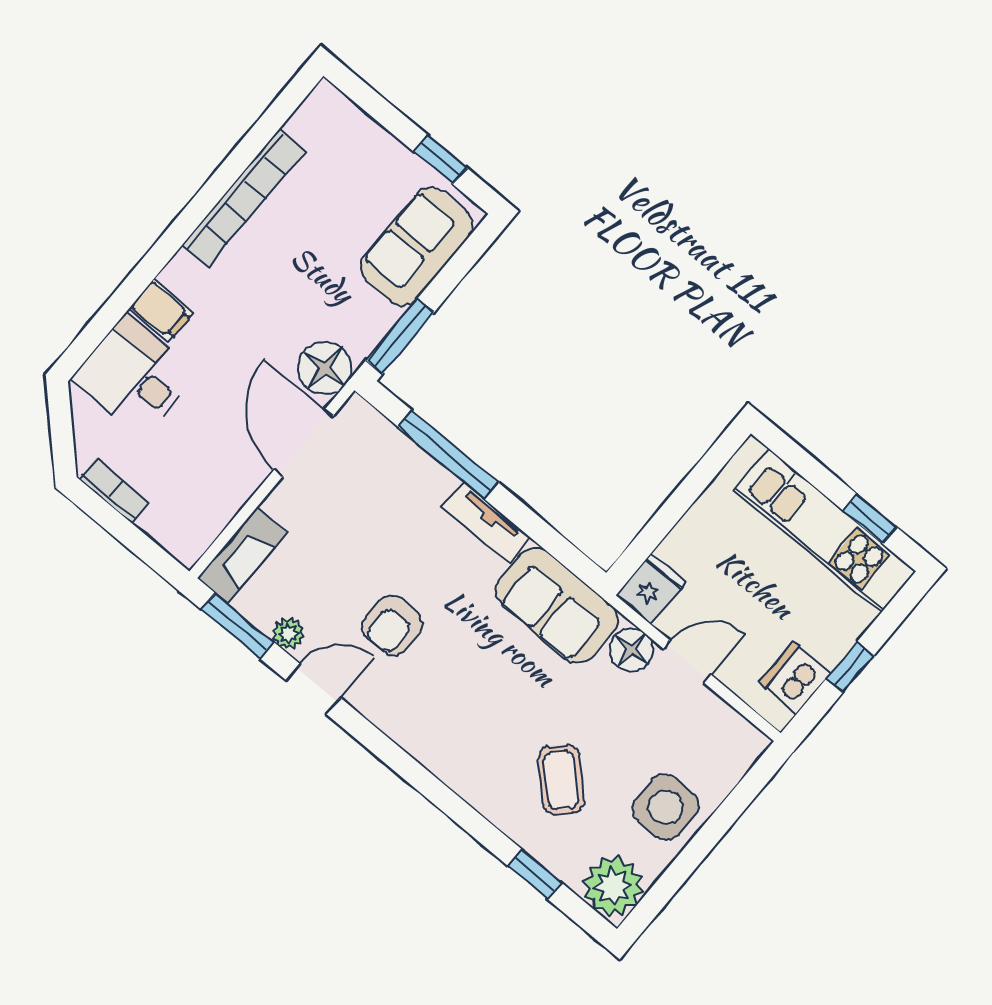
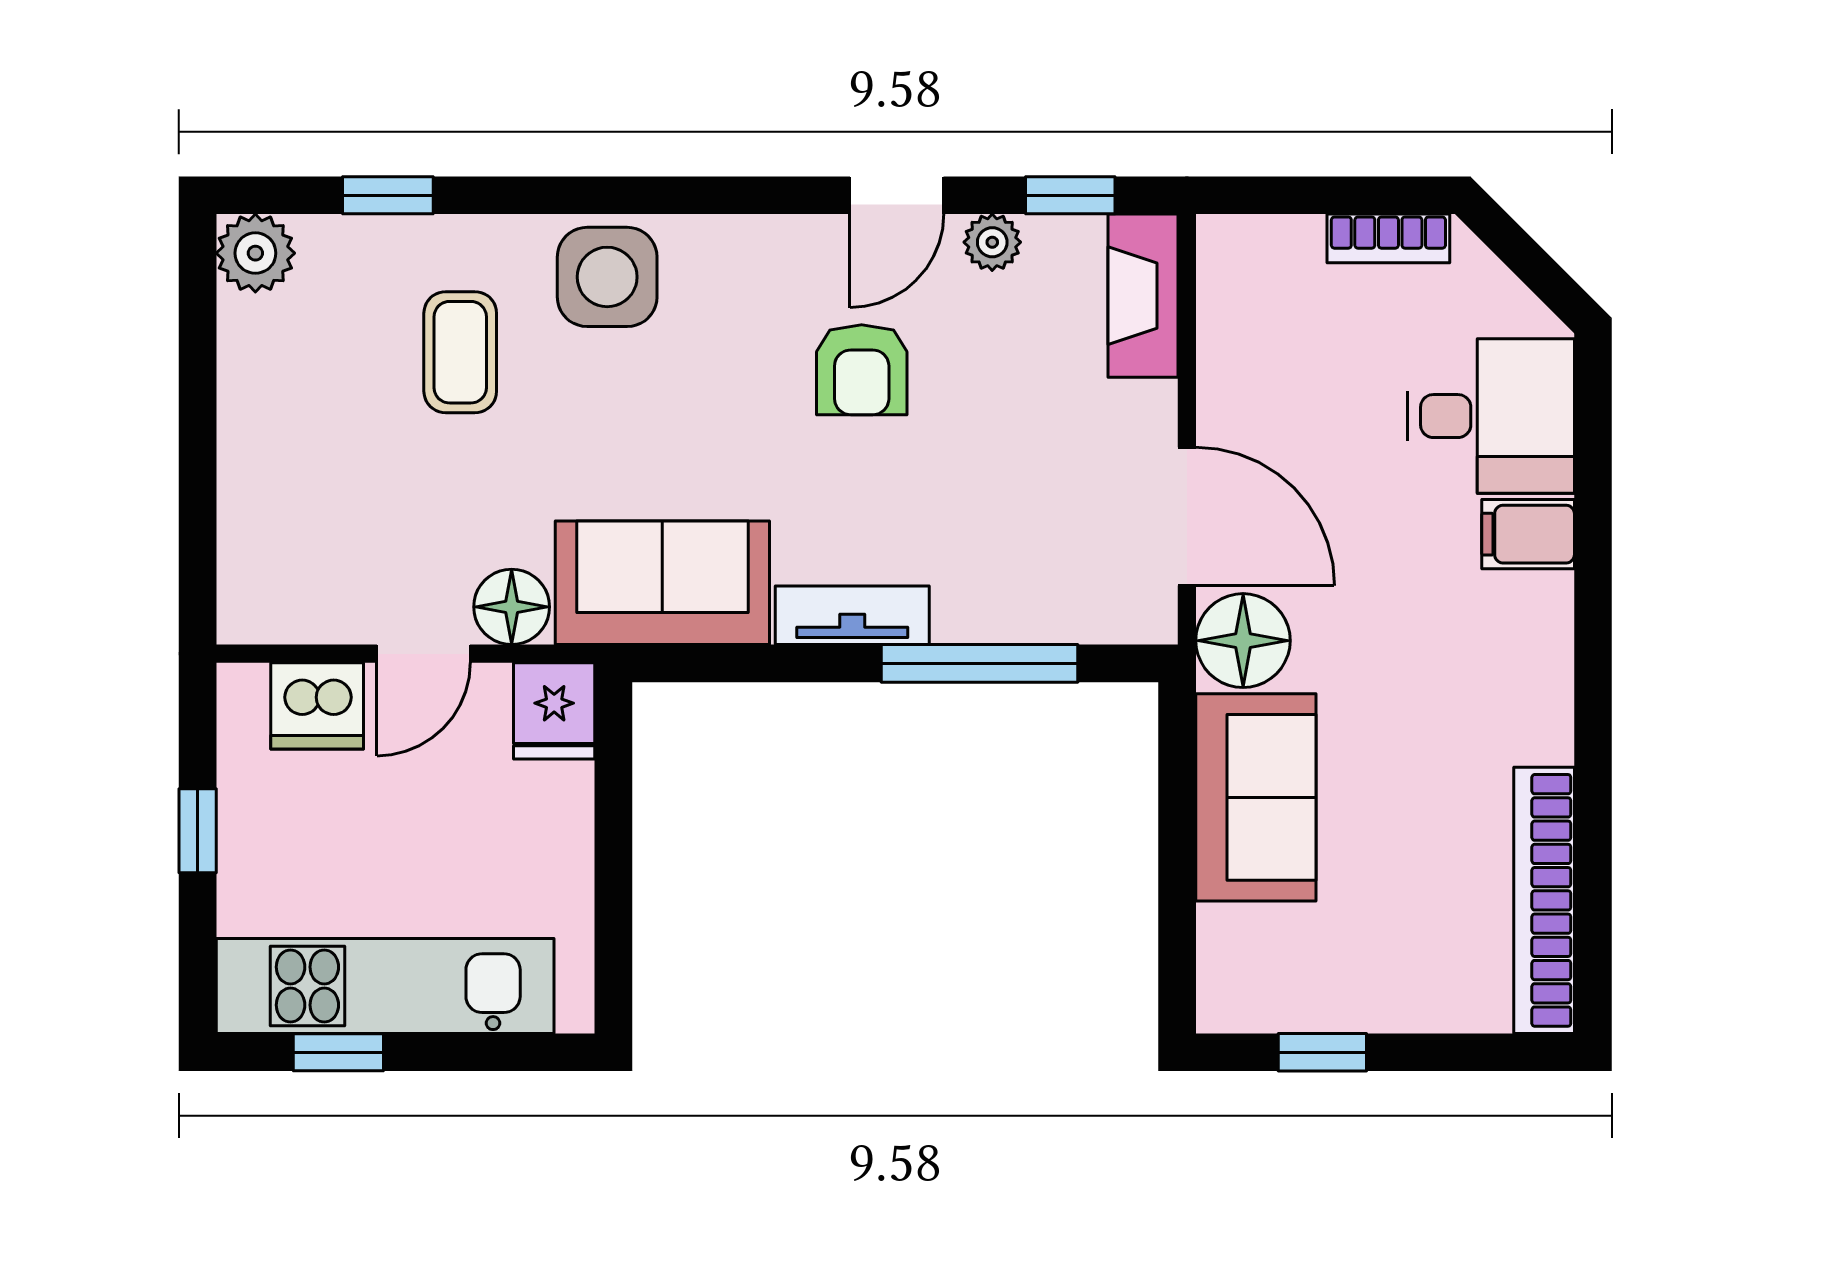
bookcase: (243, 198) -> (1544, 900), moved
sofa: (417, 247) -> (1256, 797), moved
window: (400, 336) -> (1177, 768), removed
window: (237, 626) -> (1070, 195), width x0.67
armchair: (392, 626) -> (862, 370), turned 180
dishwasher: (795, 678) -> (317, 706), moved, turned 90
coffee table: (561, 780) -> (460, 352), turned 45
side table: (666, 807) -> (607, 277), moved
plant: (613, 886) -> (255, 253), width x0.73, depth x0.73

